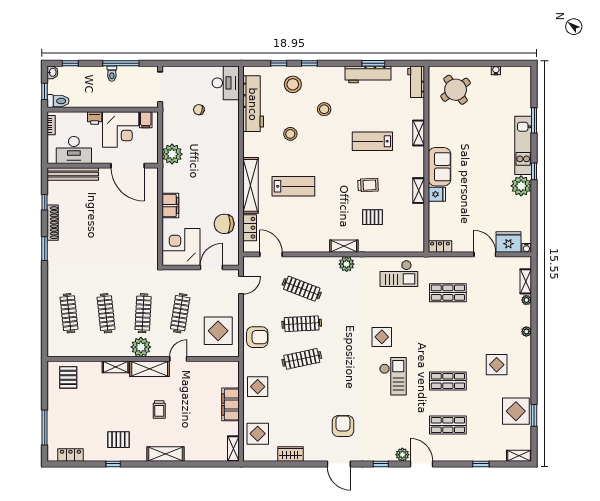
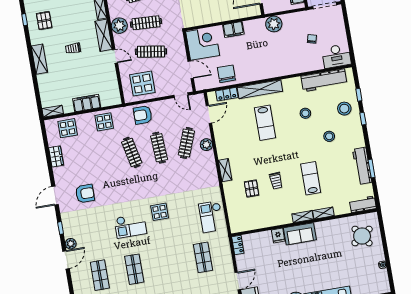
shelving: (419, 191) -> (303, 217), moved
plant: (347, 264) -> (206, 145), moved
armchair: (257, 337) -> (143, 115), turned 90

